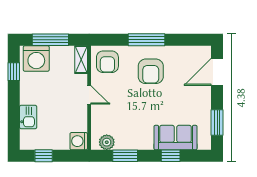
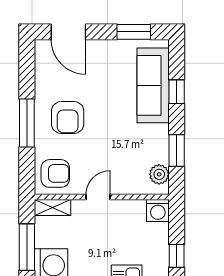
armchair: (151, 71) -> (68, 117), turned 90
sofa: (176, 138) -> (153, 85), width x1.36

